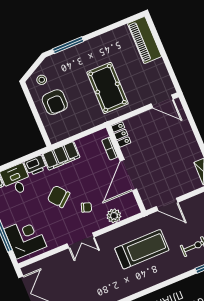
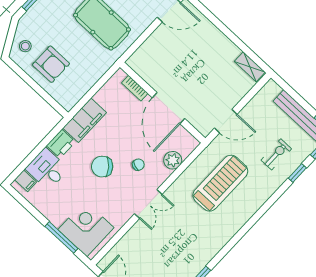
locker: (121, 134) -> (140, 67), removed

